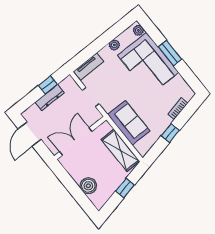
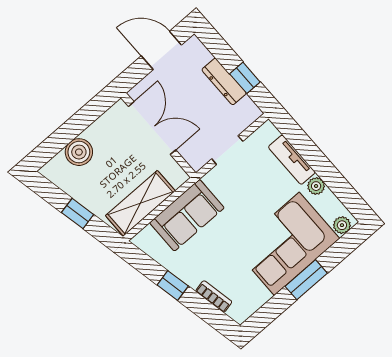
tv unit: (88, 67) -> (292, 160), moved

